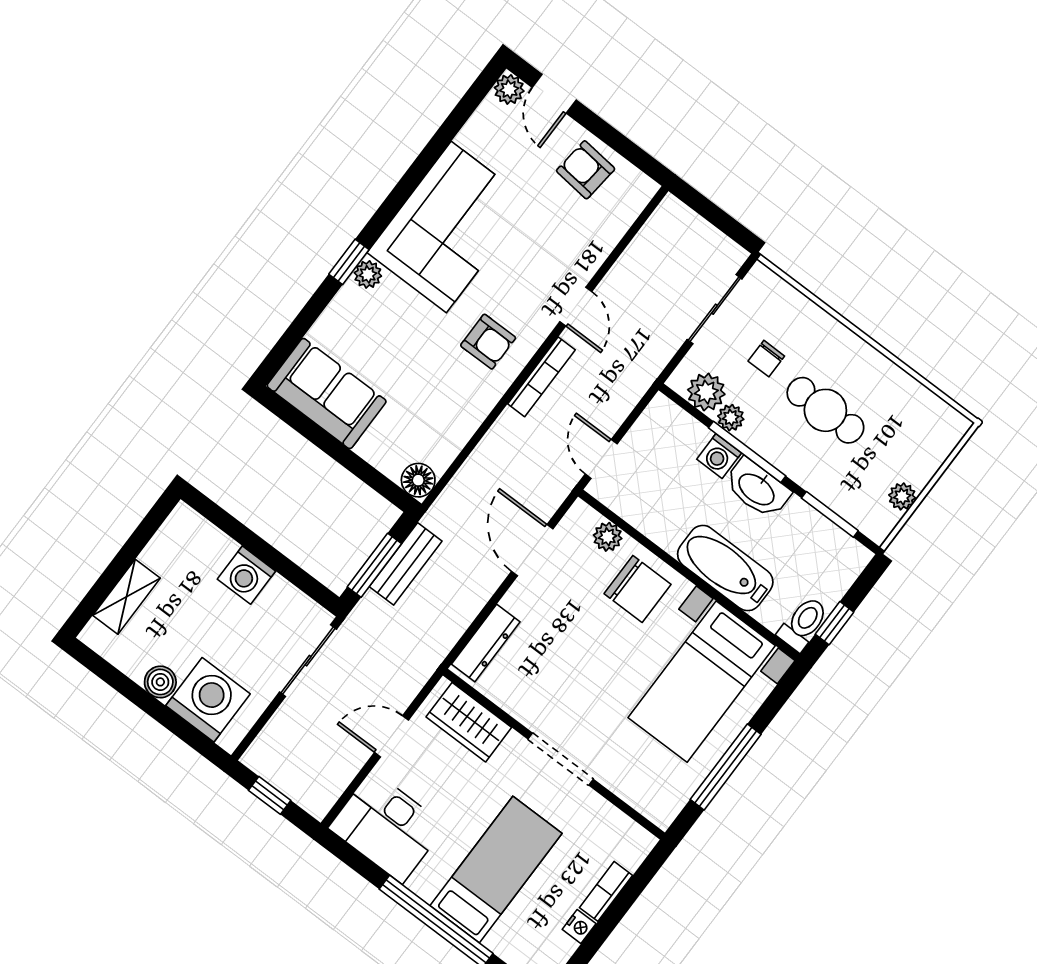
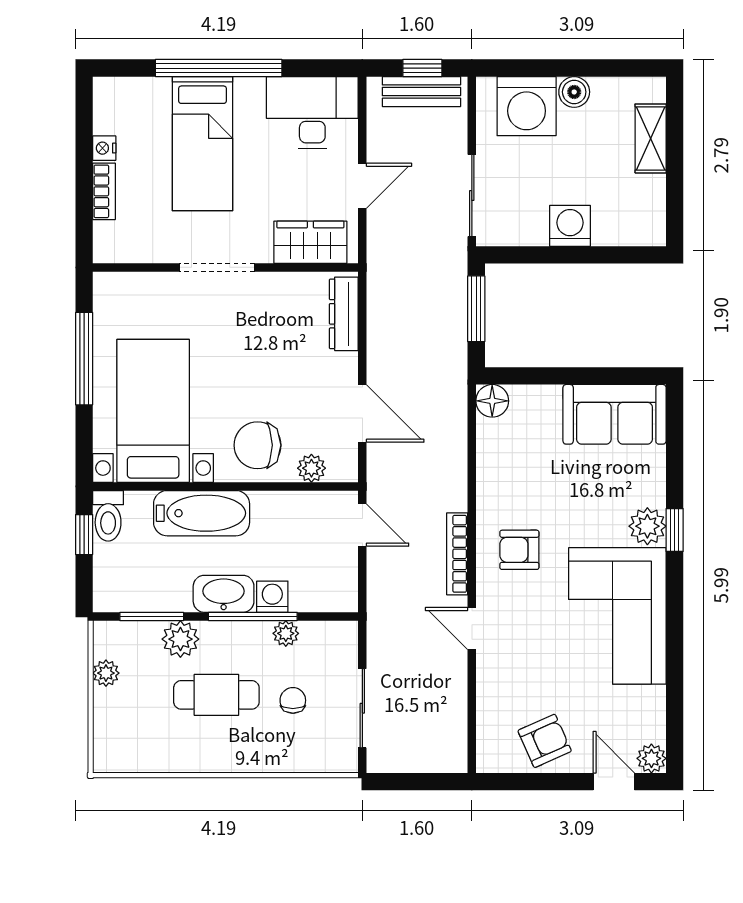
armchair: (586, 170) -> (545, 741), turned -30
plant: (368, 274) -> (647, 526), width x1.38, depth x1.38
plant: (706, 392) -> (180, 639), moved
bench: (406, 564) -> (421, 92), moved, turned 90

